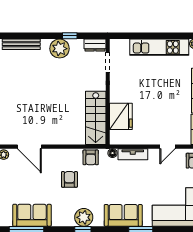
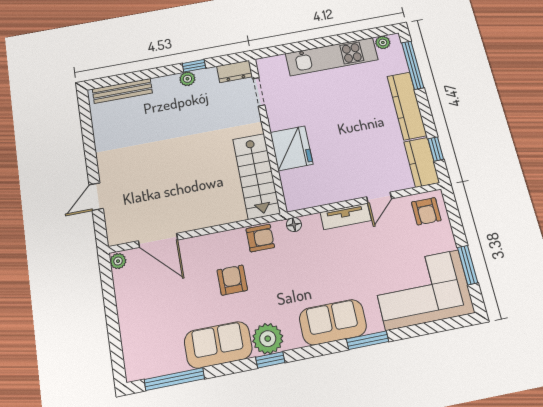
plant: (60, 49) -> (187, 79), width x0.53, depth x0.53
fridge: (121, 116) -> (291, 148), moved
tv unit: (133, 154) -> (346, 216), moved
armchair: (91, 157) -> (260, 238), turned -90
sofa: (32, 215) -> (218, 345), moved

